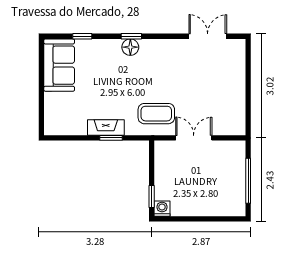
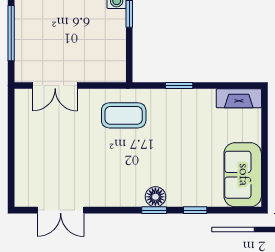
window: (82, 36) -> (195, 210), moved
fireplace: (106, 128) -> (239, 98), moved
double door: (194, 138) -> (55, 86), moved

